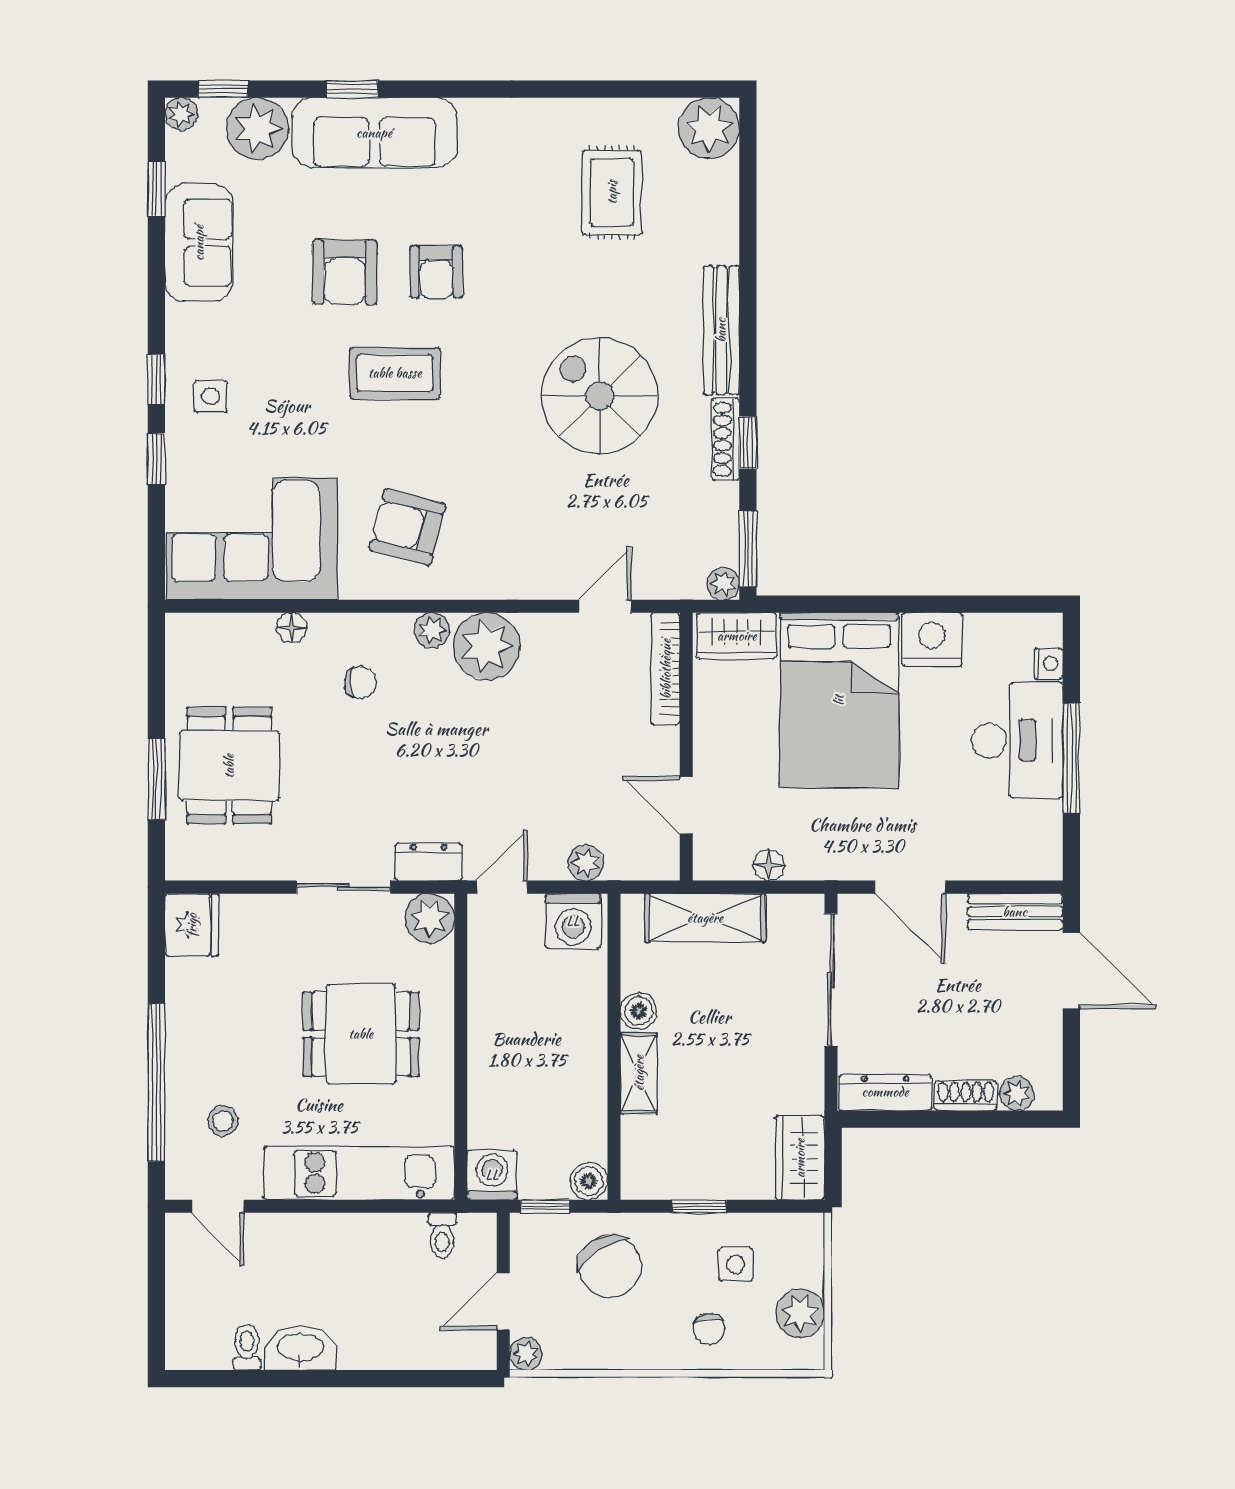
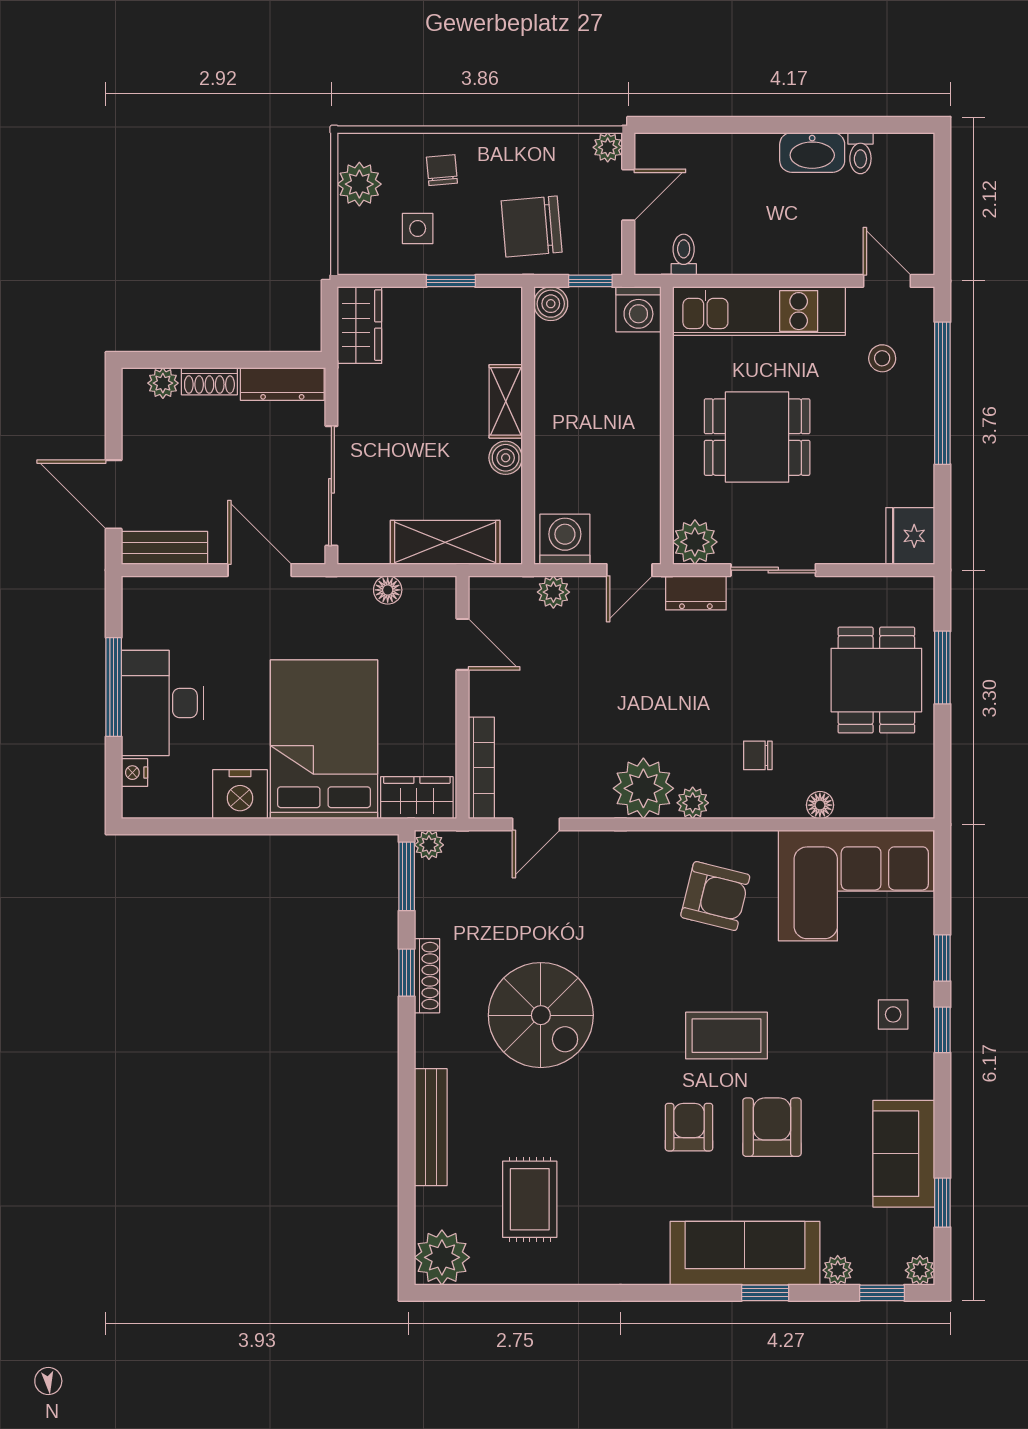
plant: (258, 128) -> (838, 1270), width x0.53, depth x0.53
bench: (721, 330) -> (431, 1127), moved
chair: (610, 1266) -> (532, 226), turned -62

